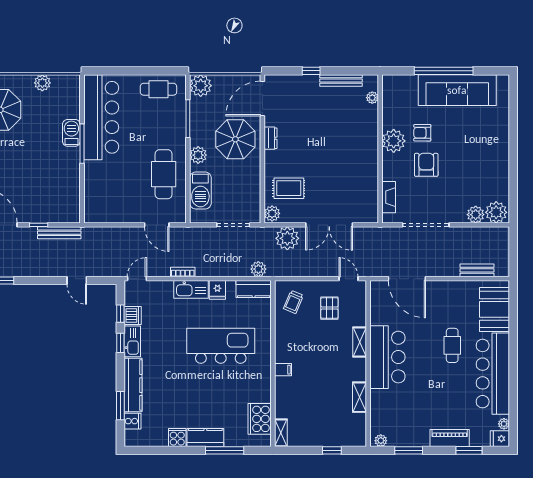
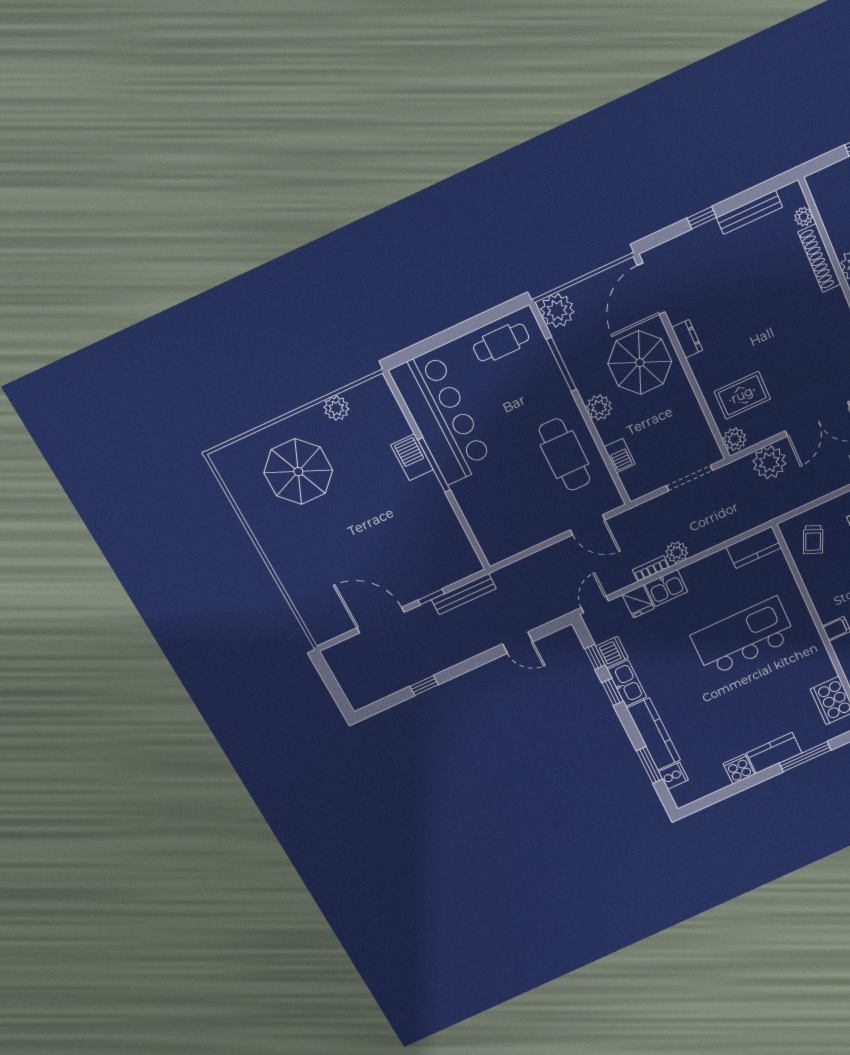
shoe rack: (372, 126) -> (820, 258), added
barbecue: (200, 191) -> (620, 456), width x0.53, depth x0.65
plant: (258, 269) -> (677, 552), moved
kitchen sink: (191, 289) -> (666, 588), width x0.73
fridge: (217, 290) -> (638, 602), moved

